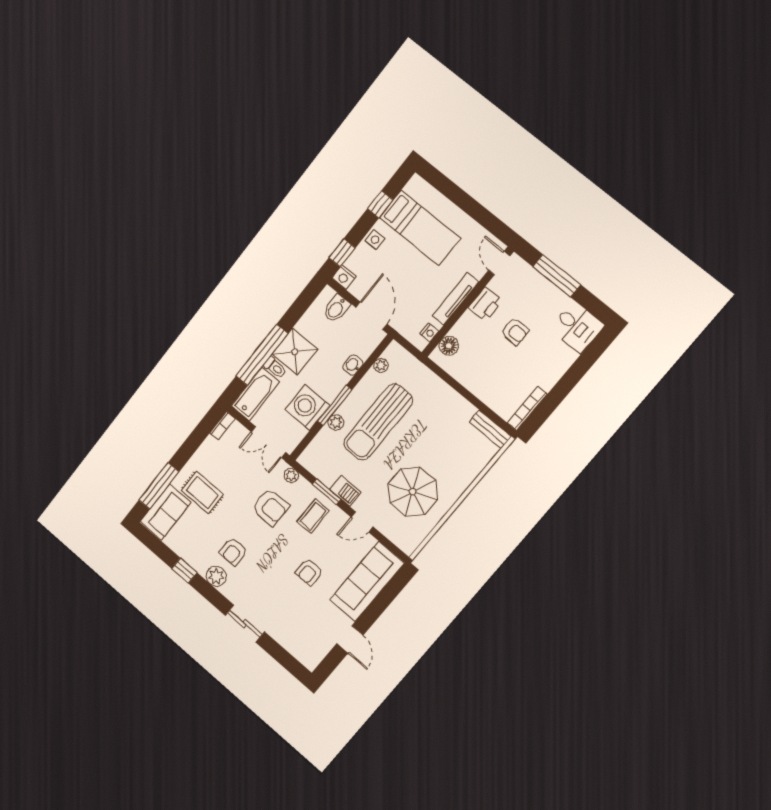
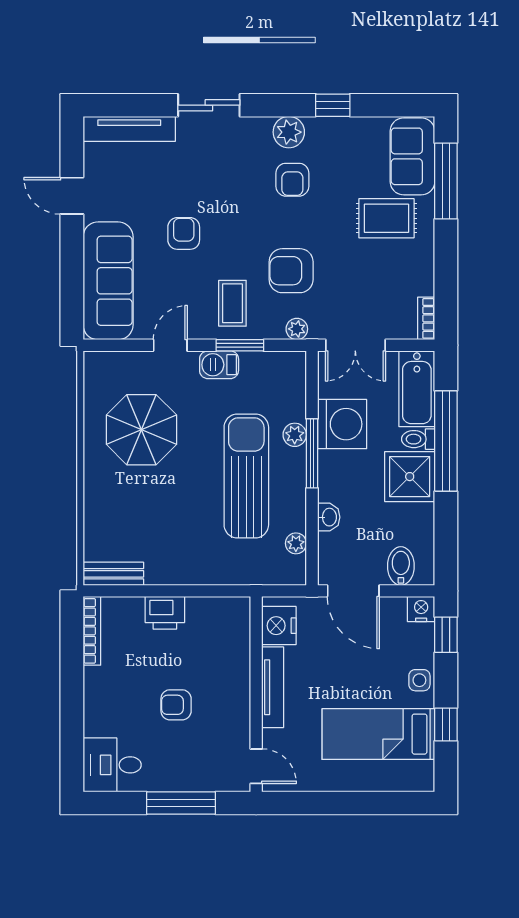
printer: (485, 304) -> (165, 613), moved, turned -90
nightstand: (429, 333) -> (279, 626), width x1.89, depth x1.79
floor lamp: (449, 346) -> (237, 629), removed
double door: (268, 442) -> (355, 345), swing flipped
armchair: (233, 552) -> (292, 180), turned 180
tv unit: (294, 647) -> (129, 129), added

